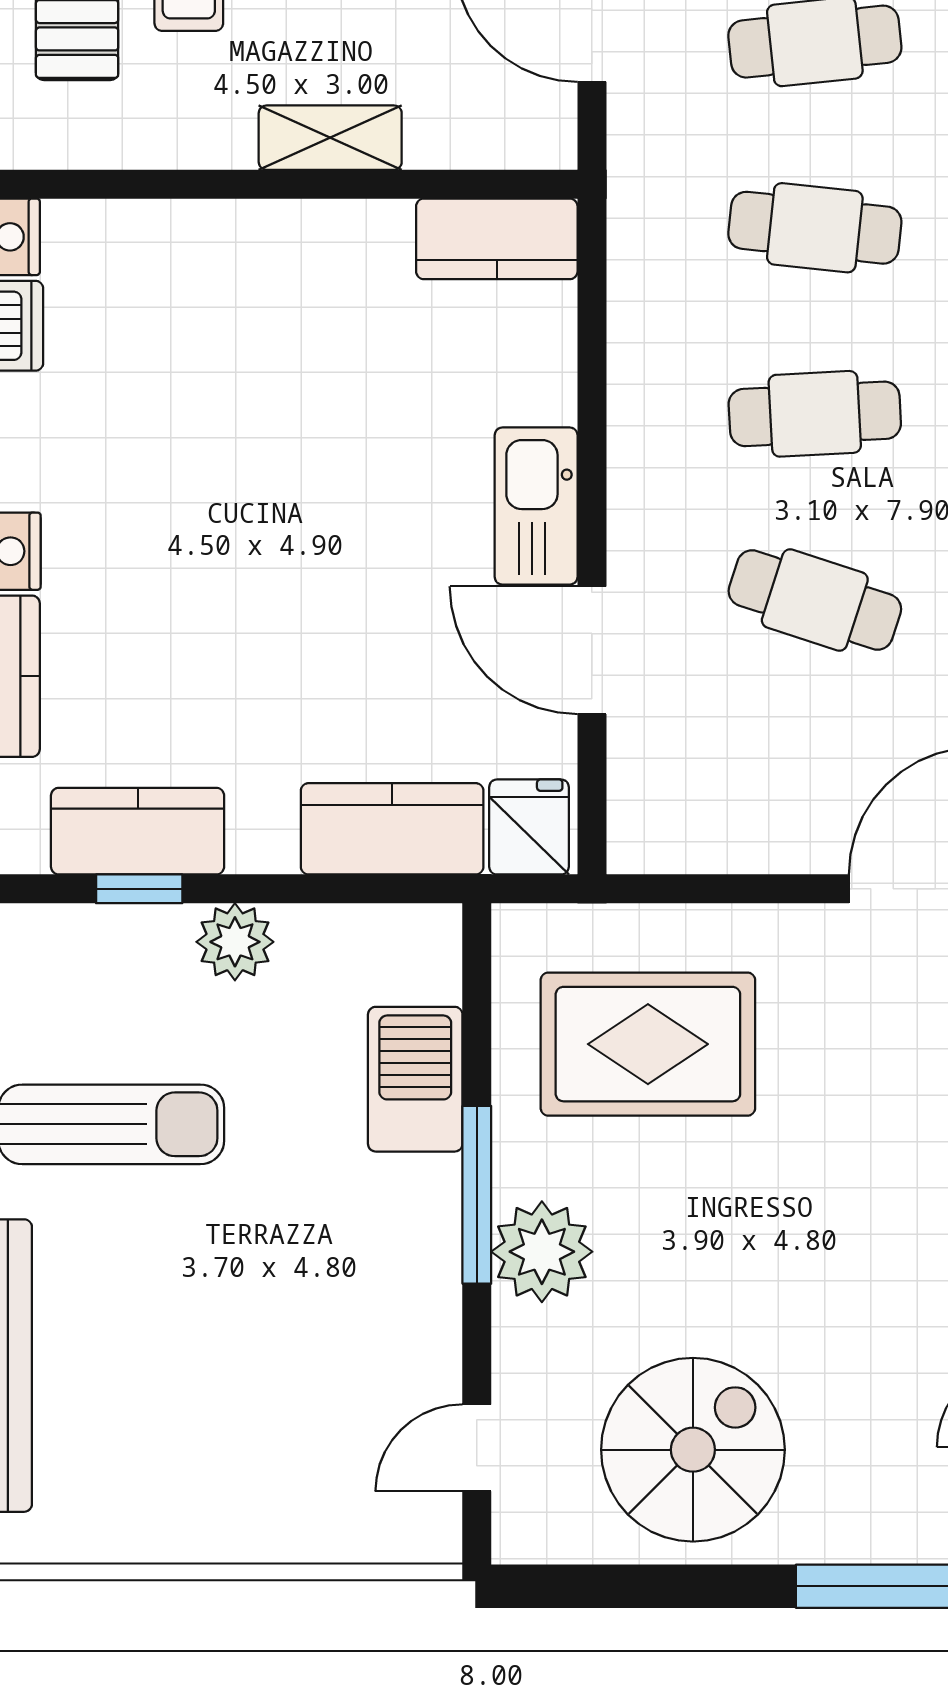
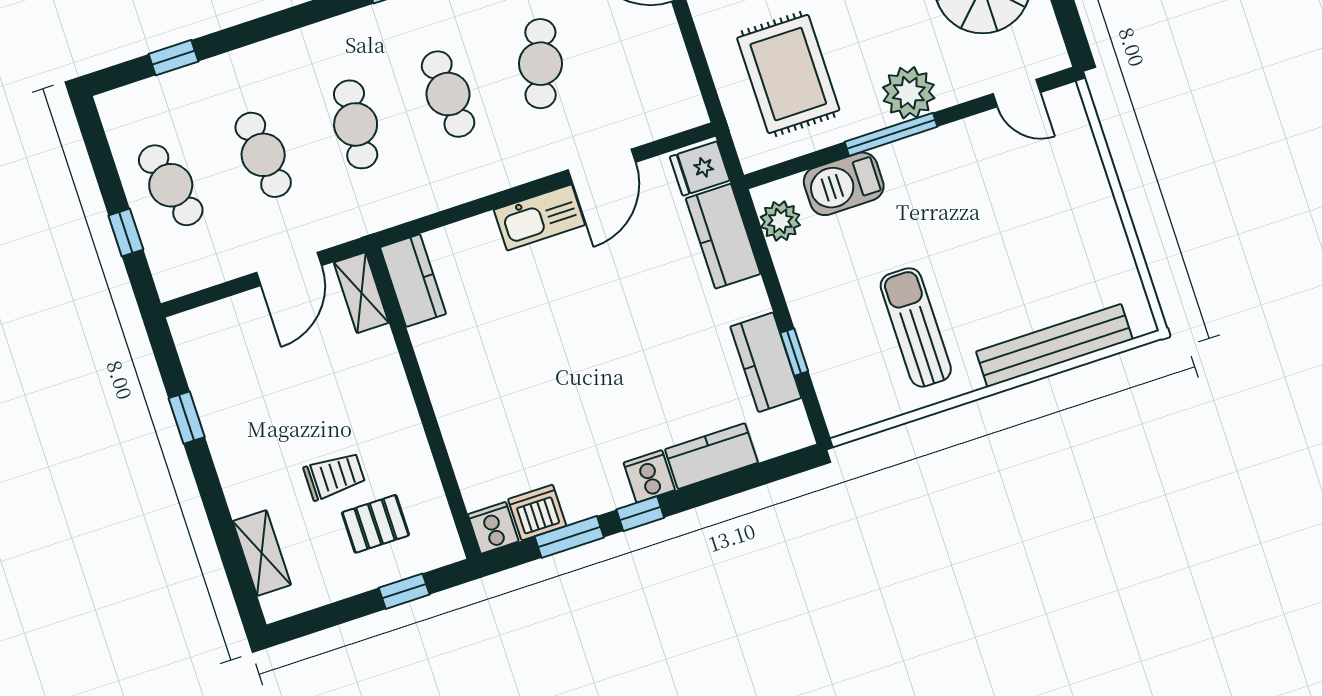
shelving: (330, 138) -> (361, 293), moved
plant: (235, 942) -> (780, 221), moved

